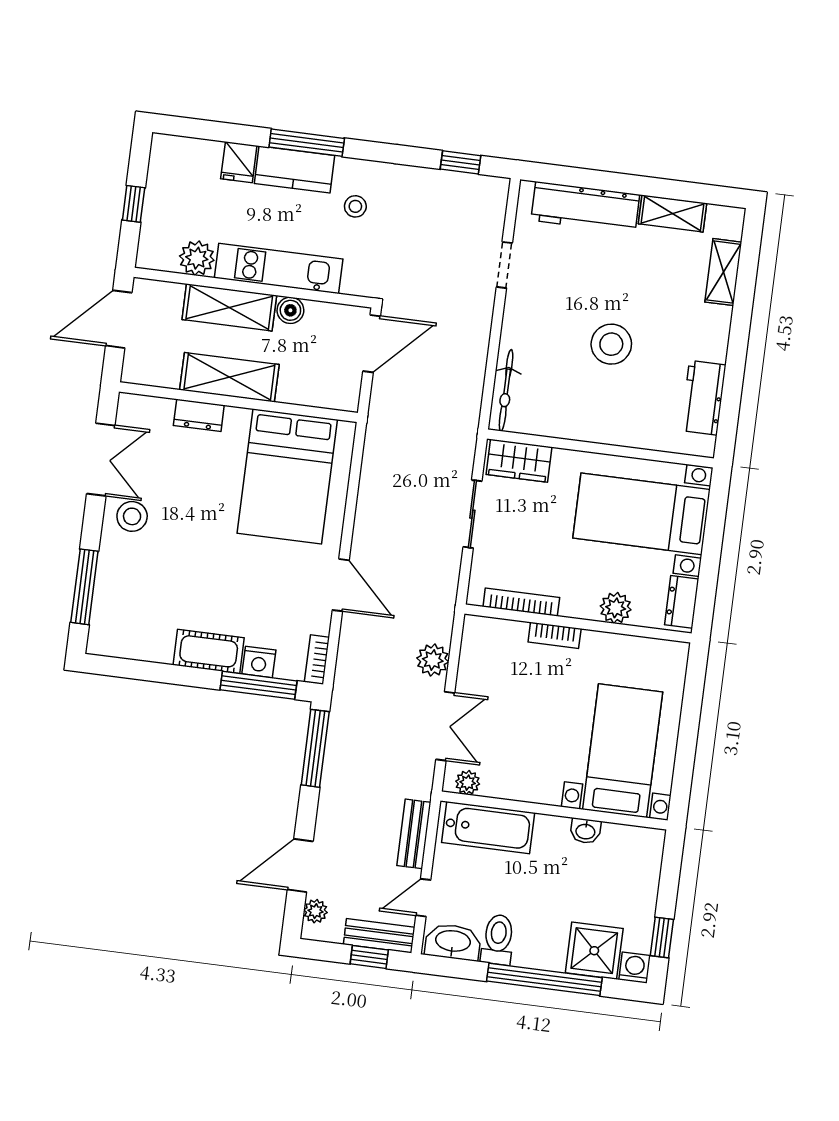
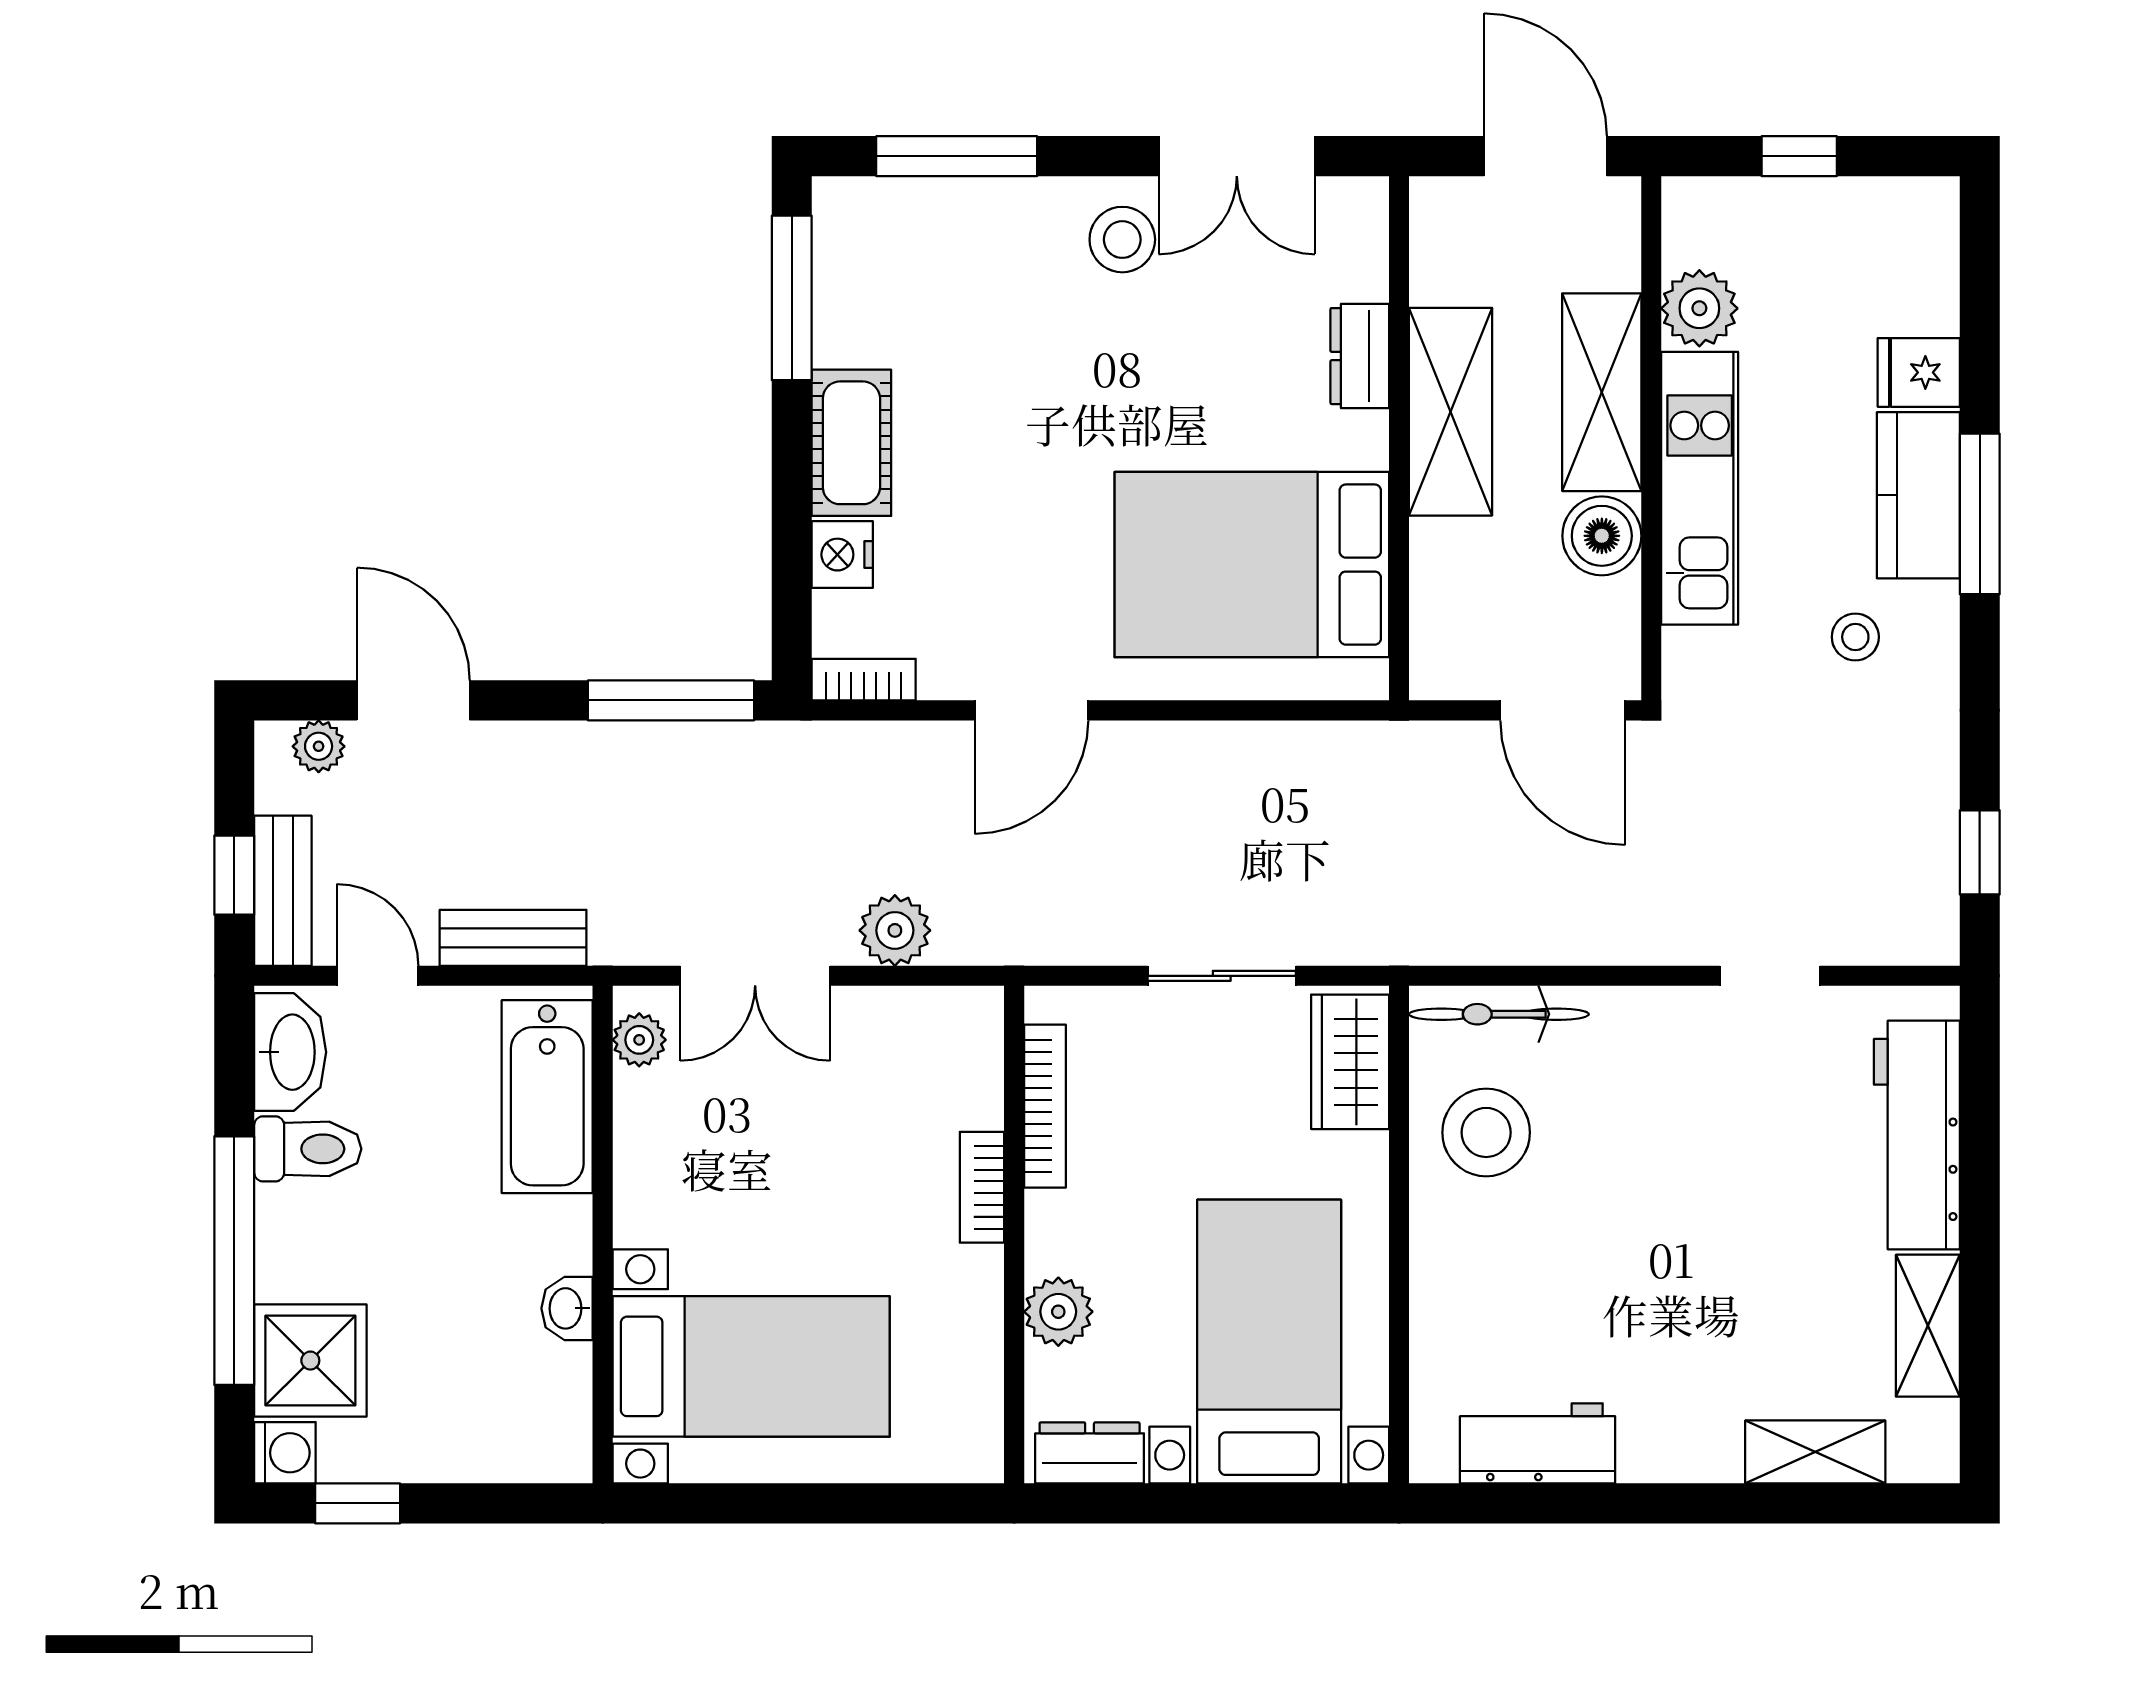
boiler: (290, 310) -> (1602, 536), width x1.36, depth x1.36
stool: (611, 344) -> (1486, 1132), moved
window: (259, 685) -> (792, 298), moved

